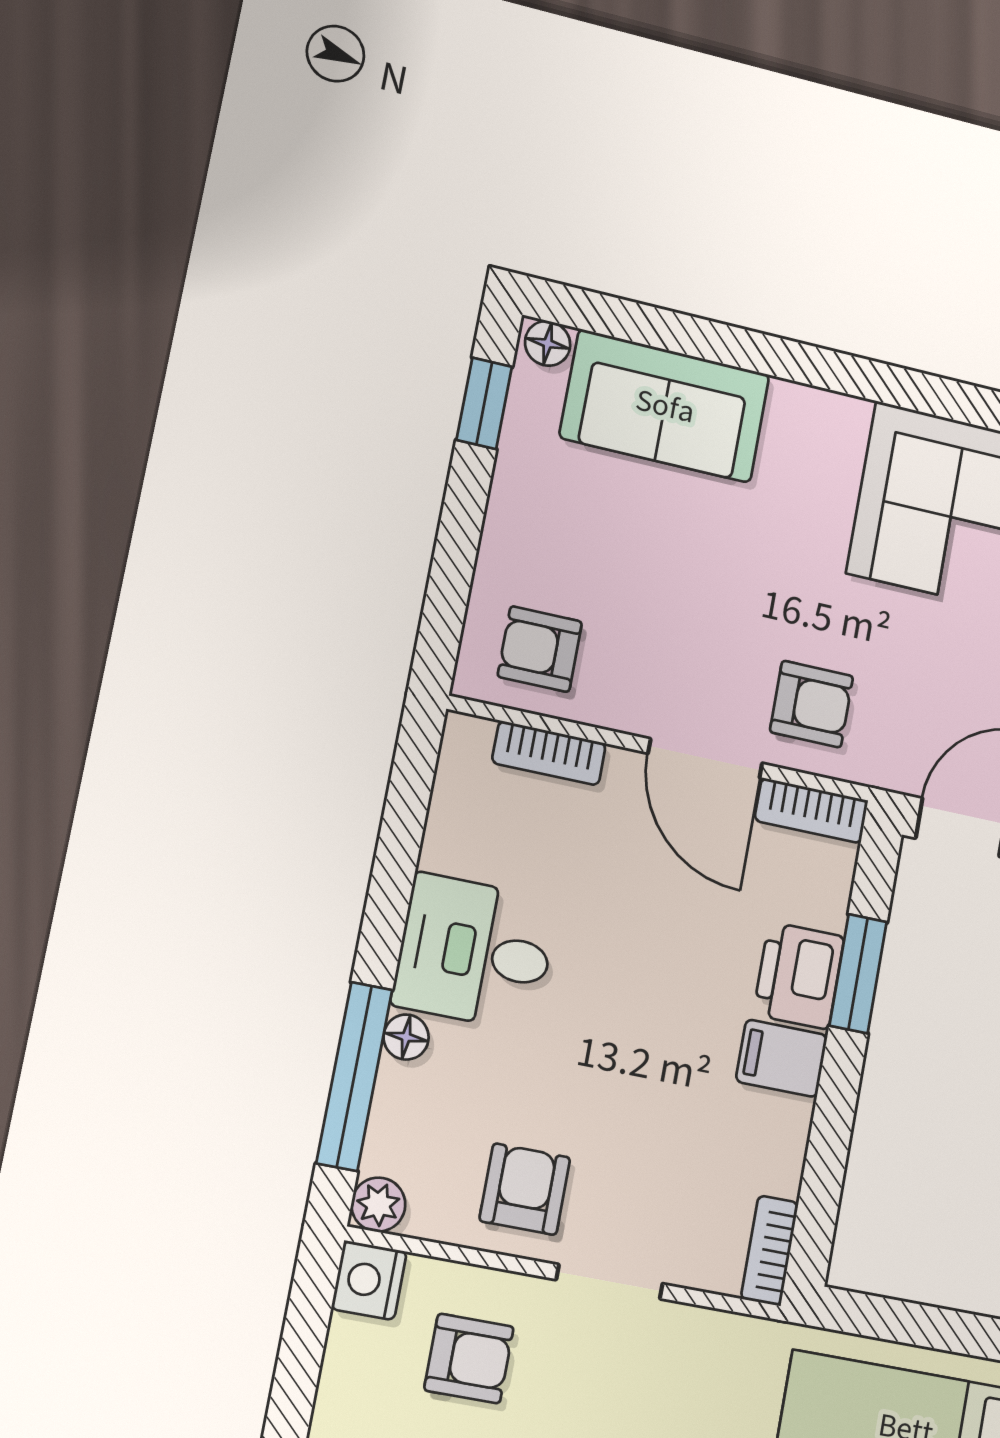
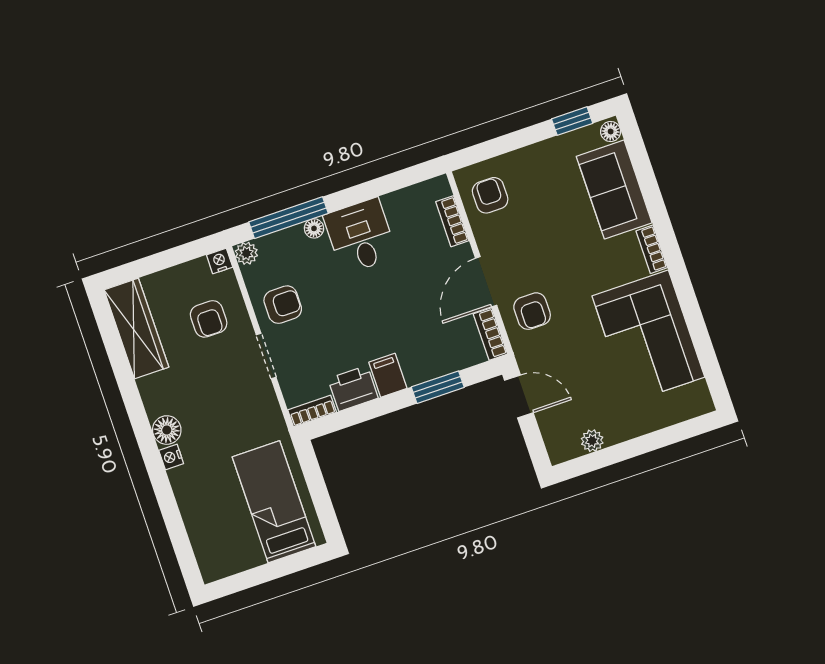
bookcase: (820, 407) -> (652, 249), added
printer: (799, 976) -> (353, 388), moved
nightstand: (369, 1280) -> (220, 261), width x0.72, depth x0.74

